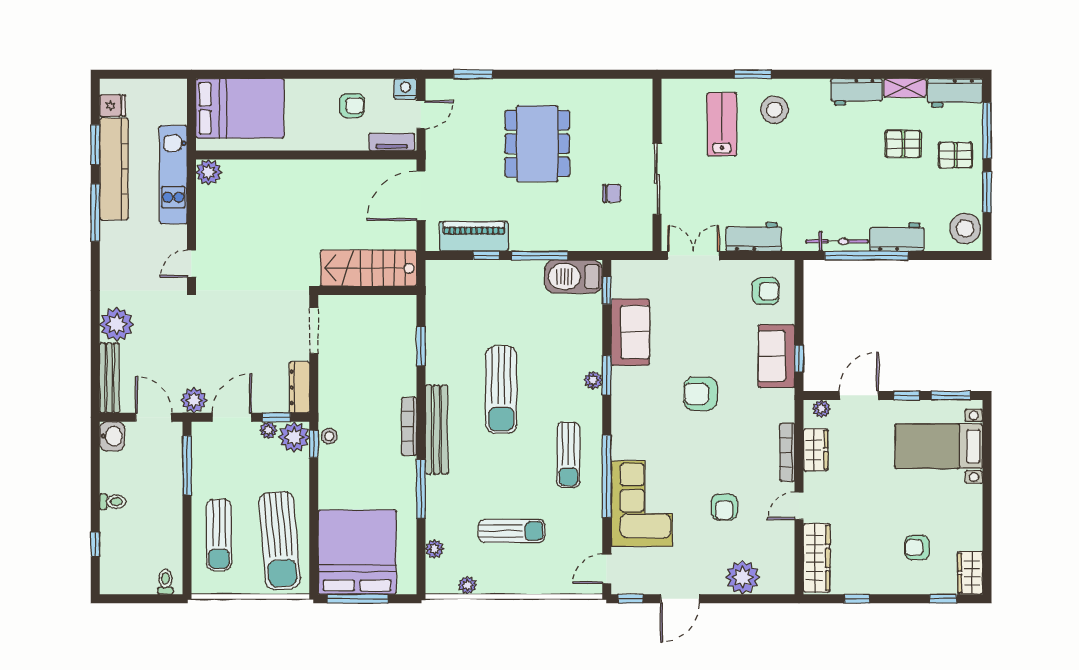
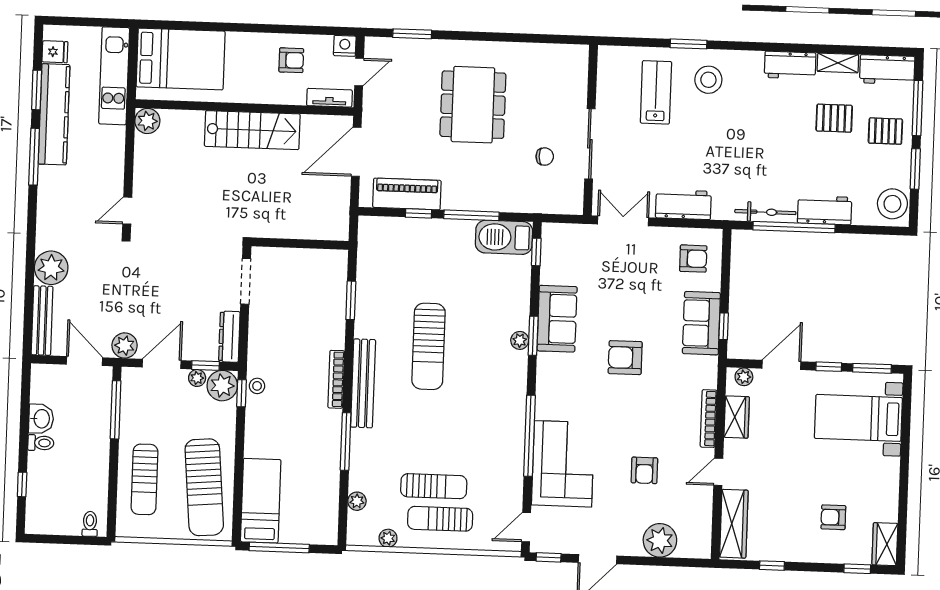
kitchen unit: (173, 175) -> (114, 76), moved
stairs: (369, 268) -> (252, 130), moved, turned 180
sofa: (630, 332) -> (557, 319), moved
washbasin: (112, 436) -> (41, 419), moved
sun lounger: (568, 455) -> (440, 519), moved, turned 90
bed: (357, 552) -> (261, 501), width x0.49

